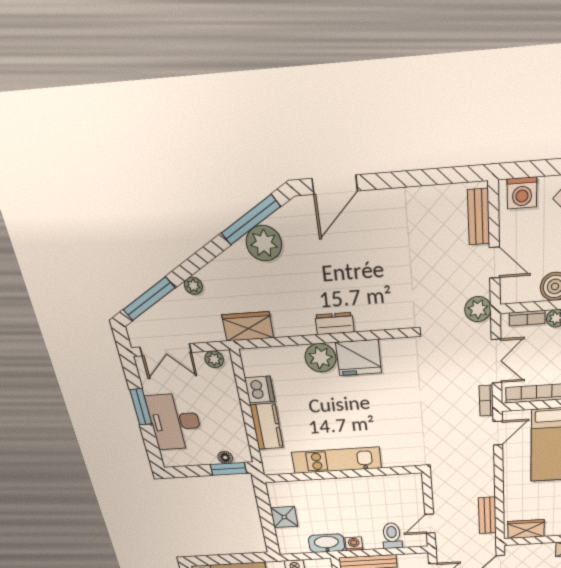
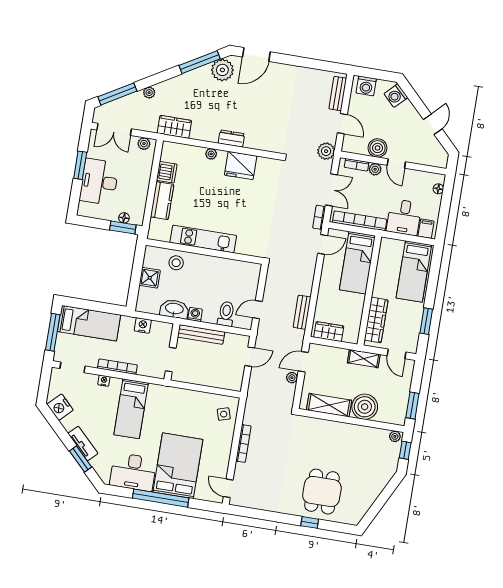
plant: (264, 243) -> (222, 70), moved
plant: (320, 358) -> (211, 154), width x0.53, depth x0.53
stool: (311, 494) -> (176, 263), added

